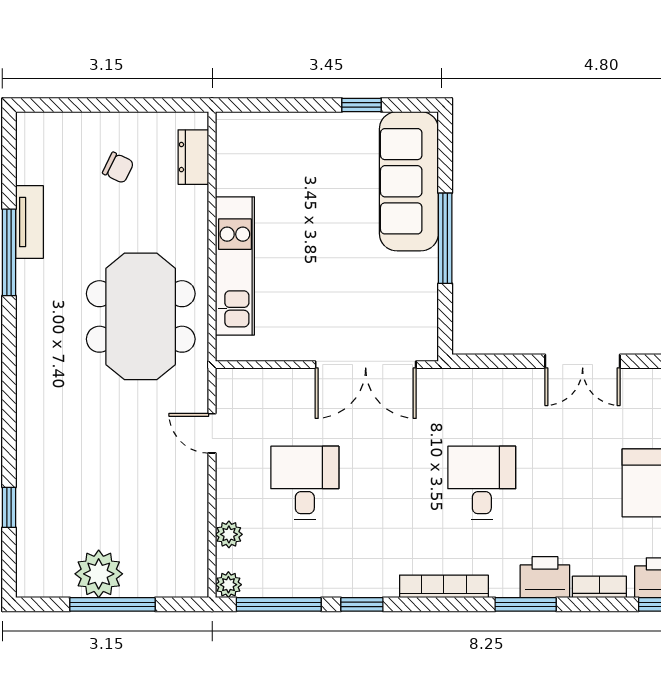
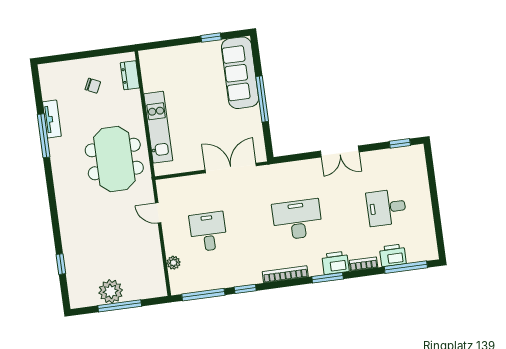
double door: (366, 365) -> (231, 168), swing flipped
desk: (482, 483) -> (297, 220), width x1.37
plant: (228, 585) -> (177, 288), removed

